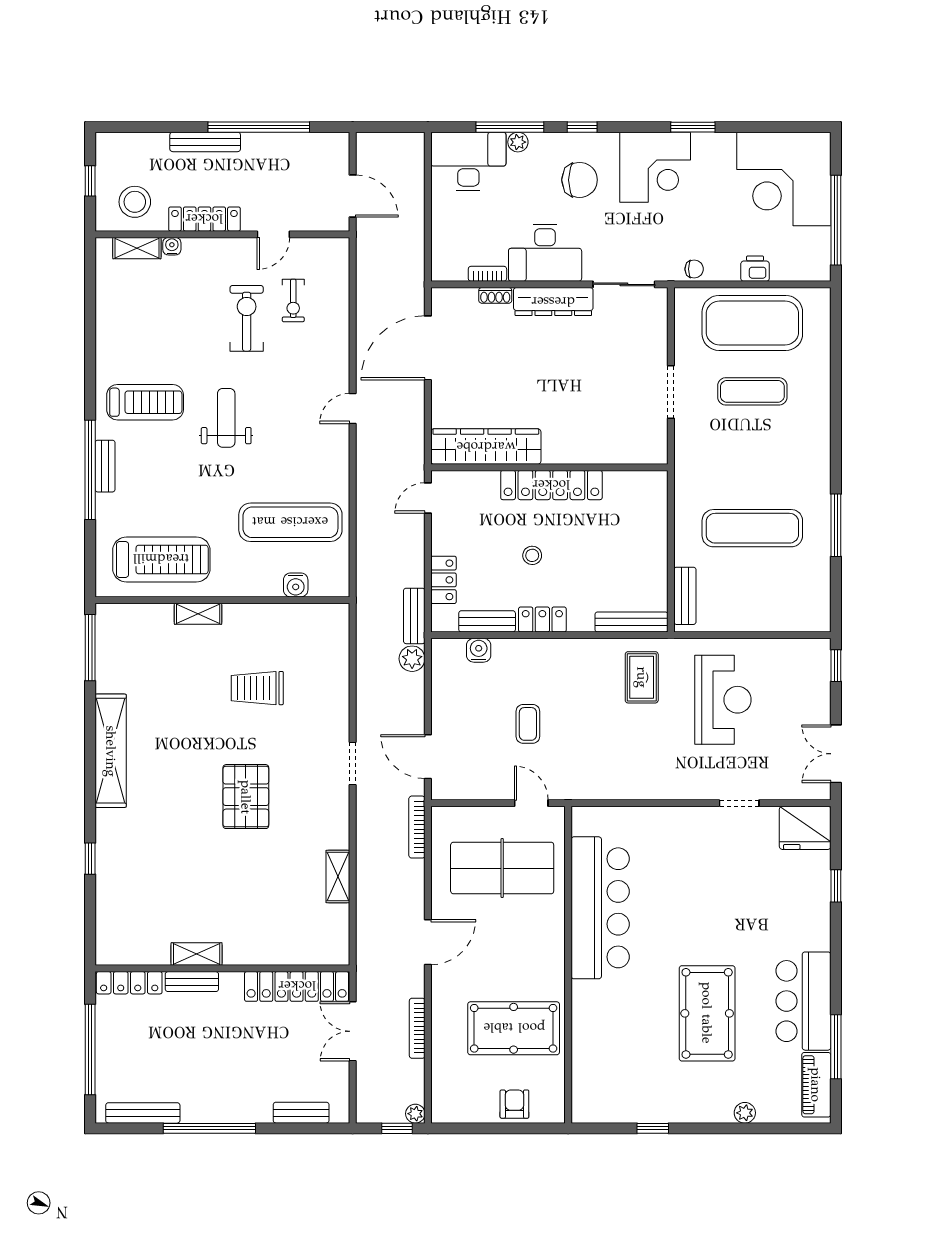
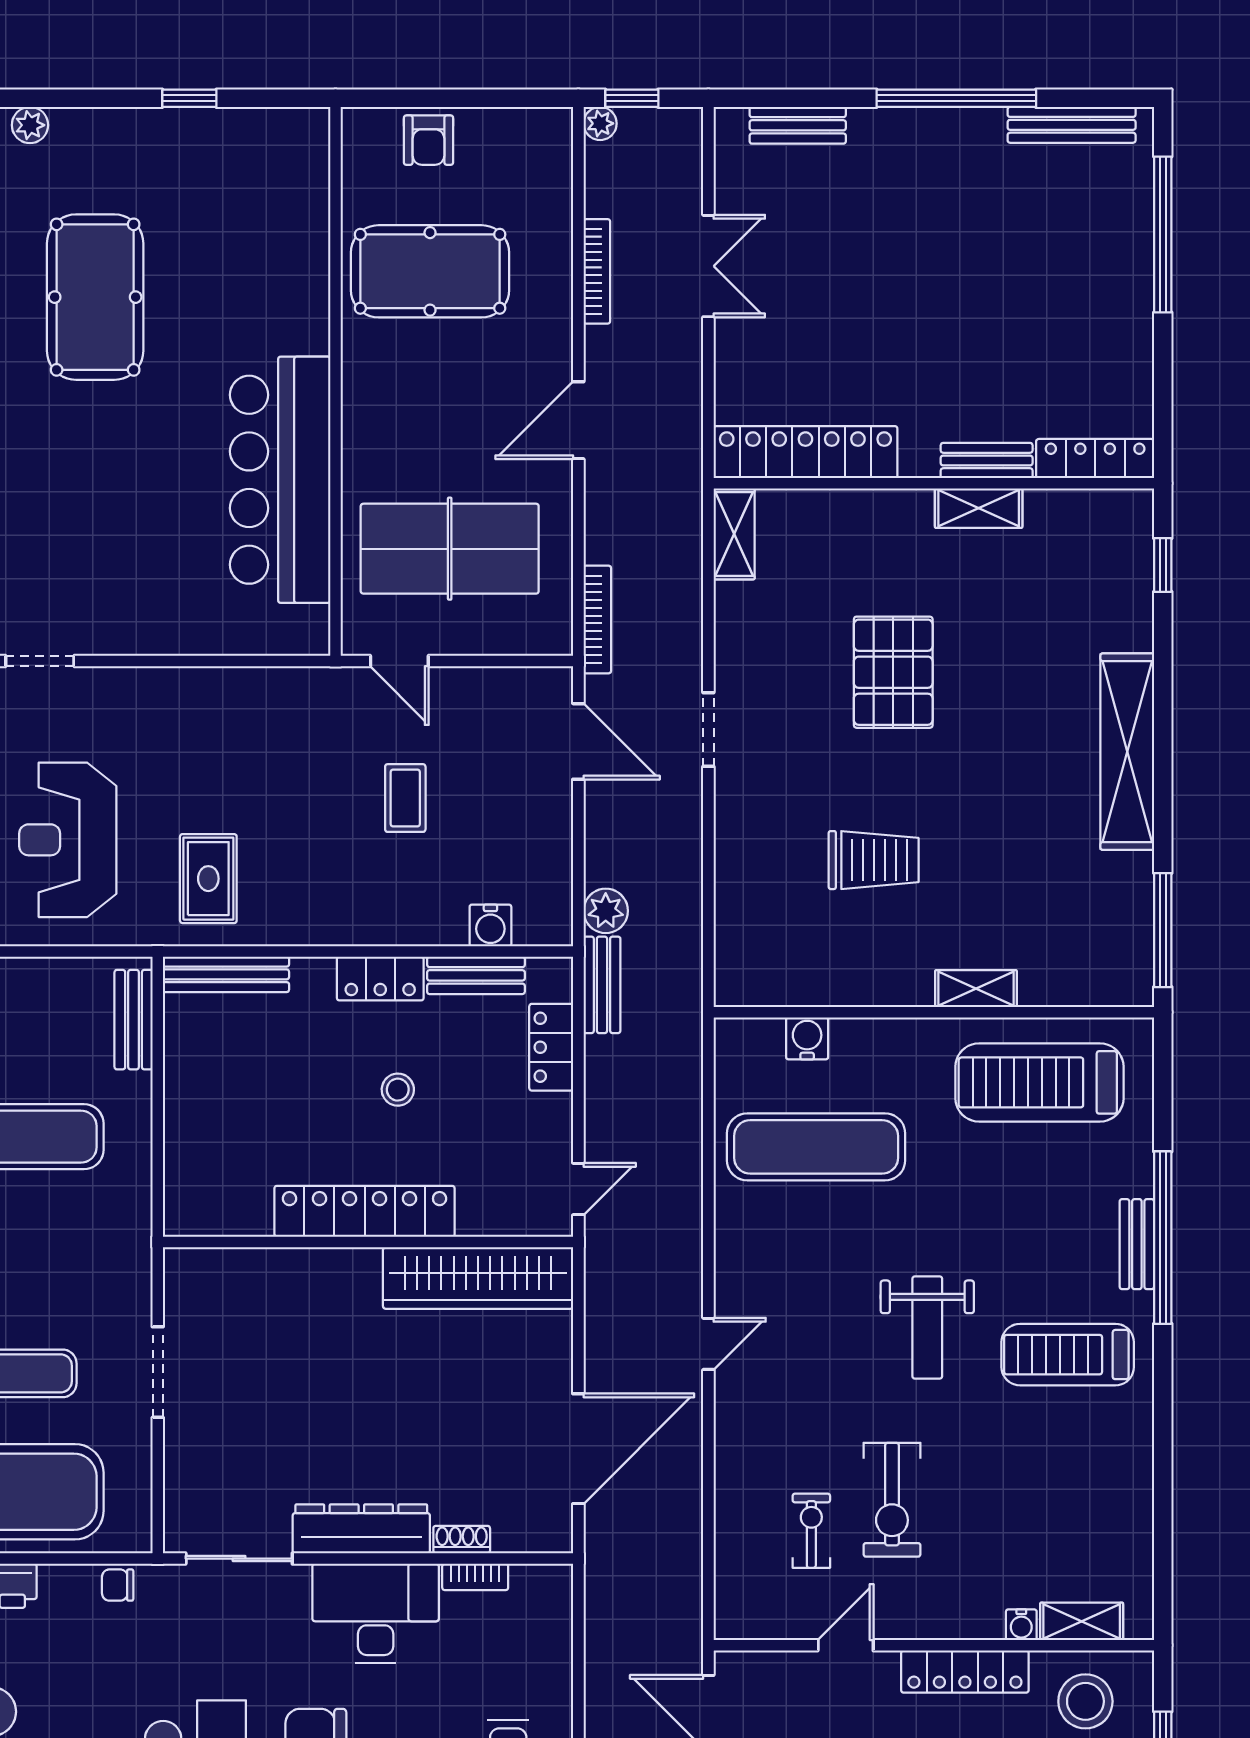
shelving: (197, 954) -> (979, 508), moved
wall: (222, 968) -> (934, 483), moved
bench: (192, 982) -> (987, 460), moved
locker: (129, 983) -> (1095, 459), moved
locker: (297, 986) -> (805, 452), moved

